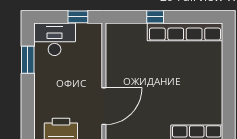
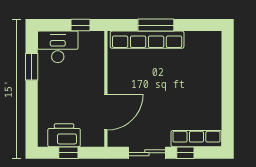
window: (155, 17) -> (156, 25), width x2.17
row of seats: (185, 32) -> (147, 40), moved

